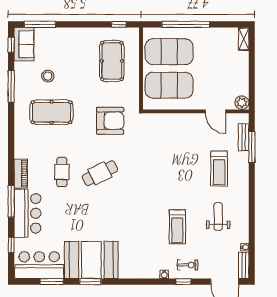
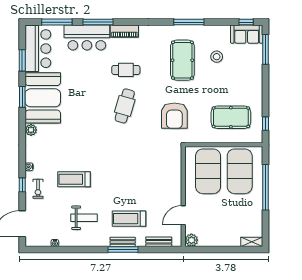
window: (11, 86) -> (189, 22), moved
window: (252, 147) -> (123, 250), moved
cafe table: (100, 173) -> (125, 106), turned 43
window: (11, 245) -> (57, 22), width x2.17
bench: (244, 265) -> (123, 242), moved
plant: (125, 272) -> (31, 130), added

